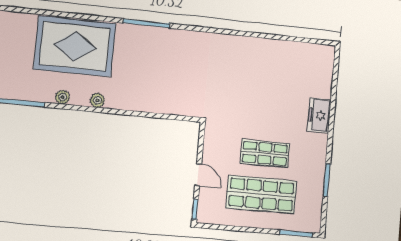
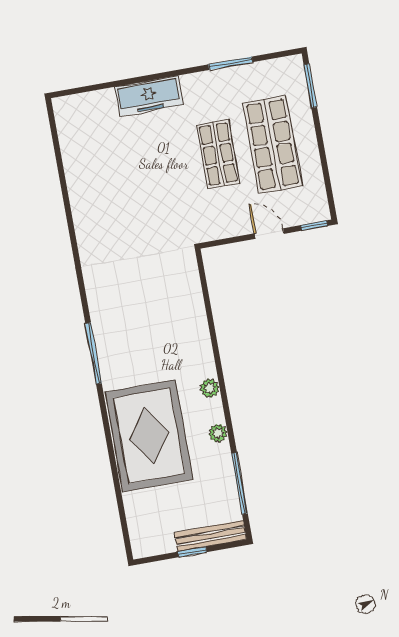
freezer: (319, 115) -> (149, 96), width x1.40
door: (198, 175) -> (269, 234), hinge flipped

